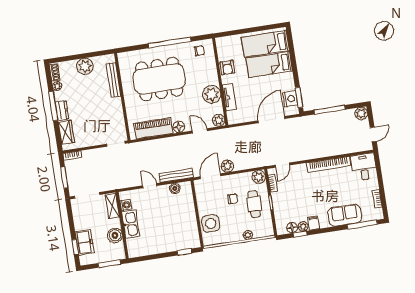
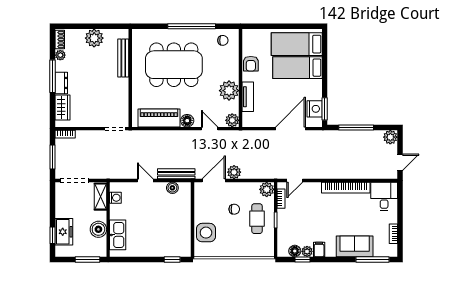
kitchen sink: (131, 224) -> (118, 235), moved
plant: (248, 235) -> (245, 252), removed

